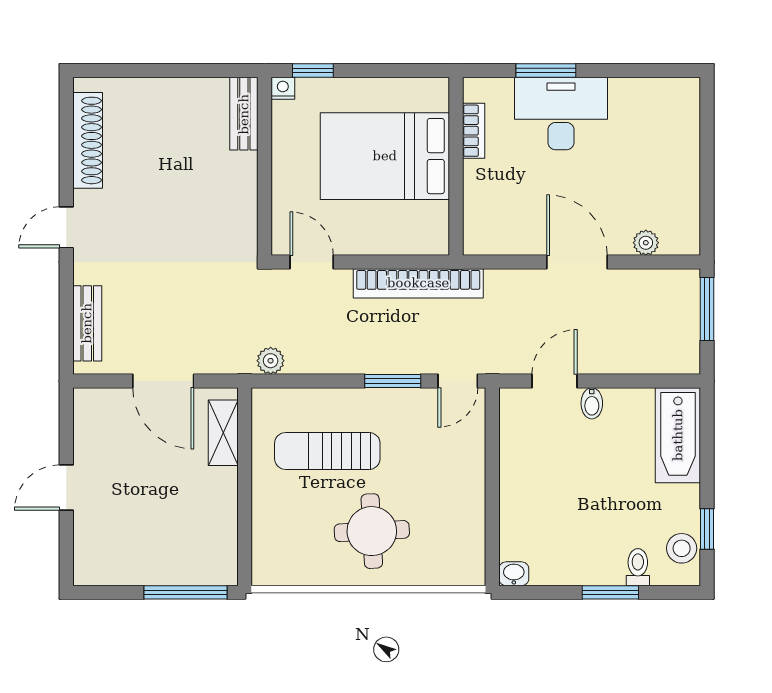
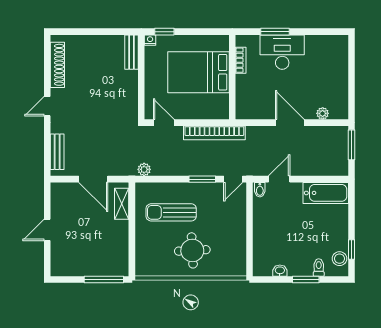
bidet: (592, 403) -> (260, 190), moved
bathtub: (678, 435) -> (326, 193), moved, turned -90
washbasin: (514, 574) -> (280, 271), moved

